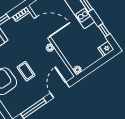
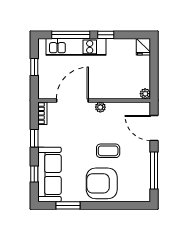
window: (104, 30) -> (106, 35), moved

